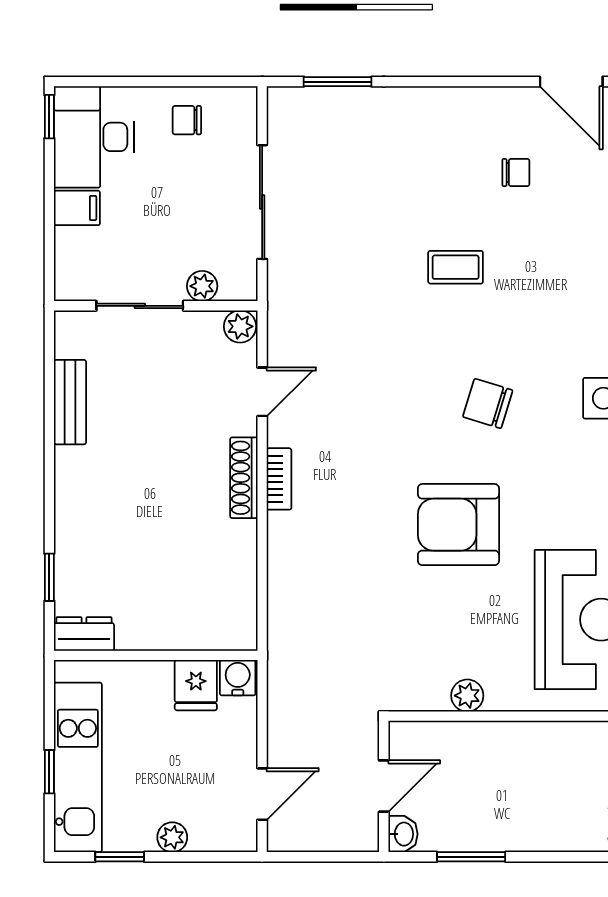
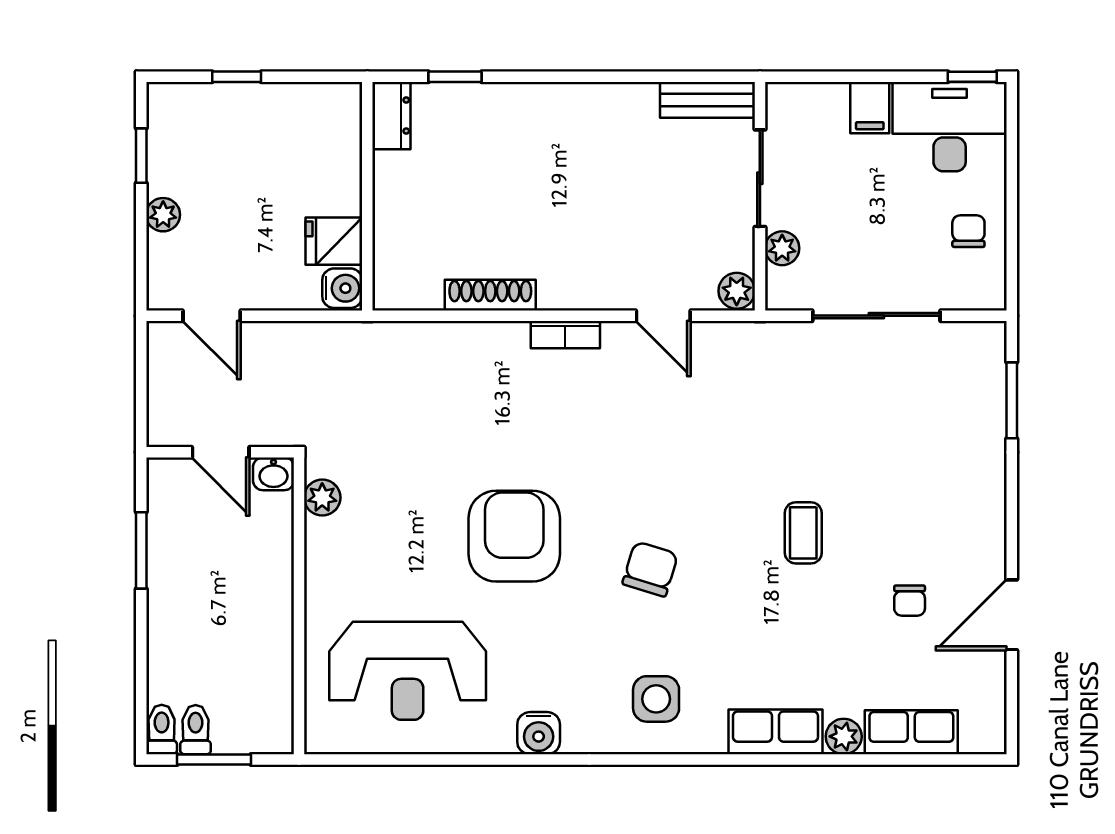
door: (571, 82) -> (1012, 615), moved
bench: (70, 402) -> (707, 100), moved
shoe rack: (244, 478) -> (490, 295), moved
plant: (467, 696) -> (322, 498), moved
kitchen unit: (78, 767) -> (242, 109), removed
washbasin: (403, 834) -> (274, 474), moved

